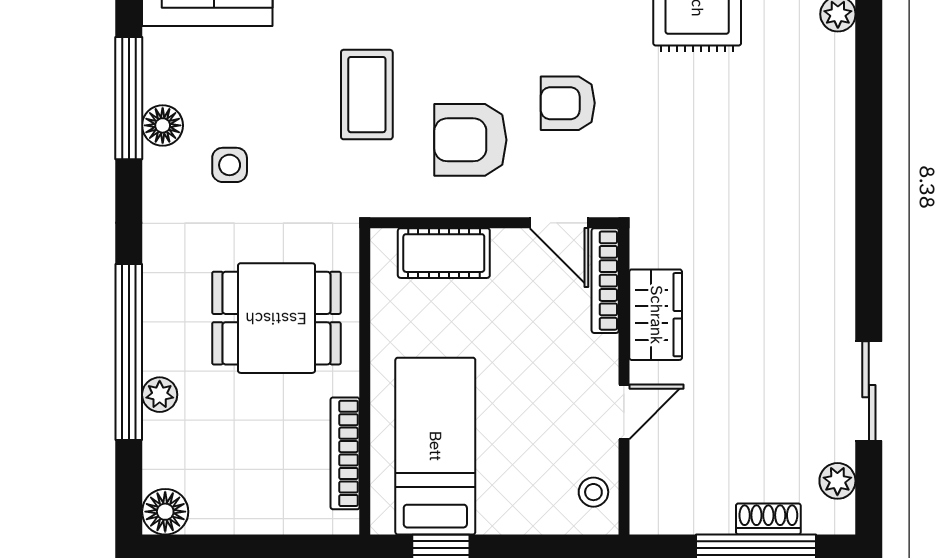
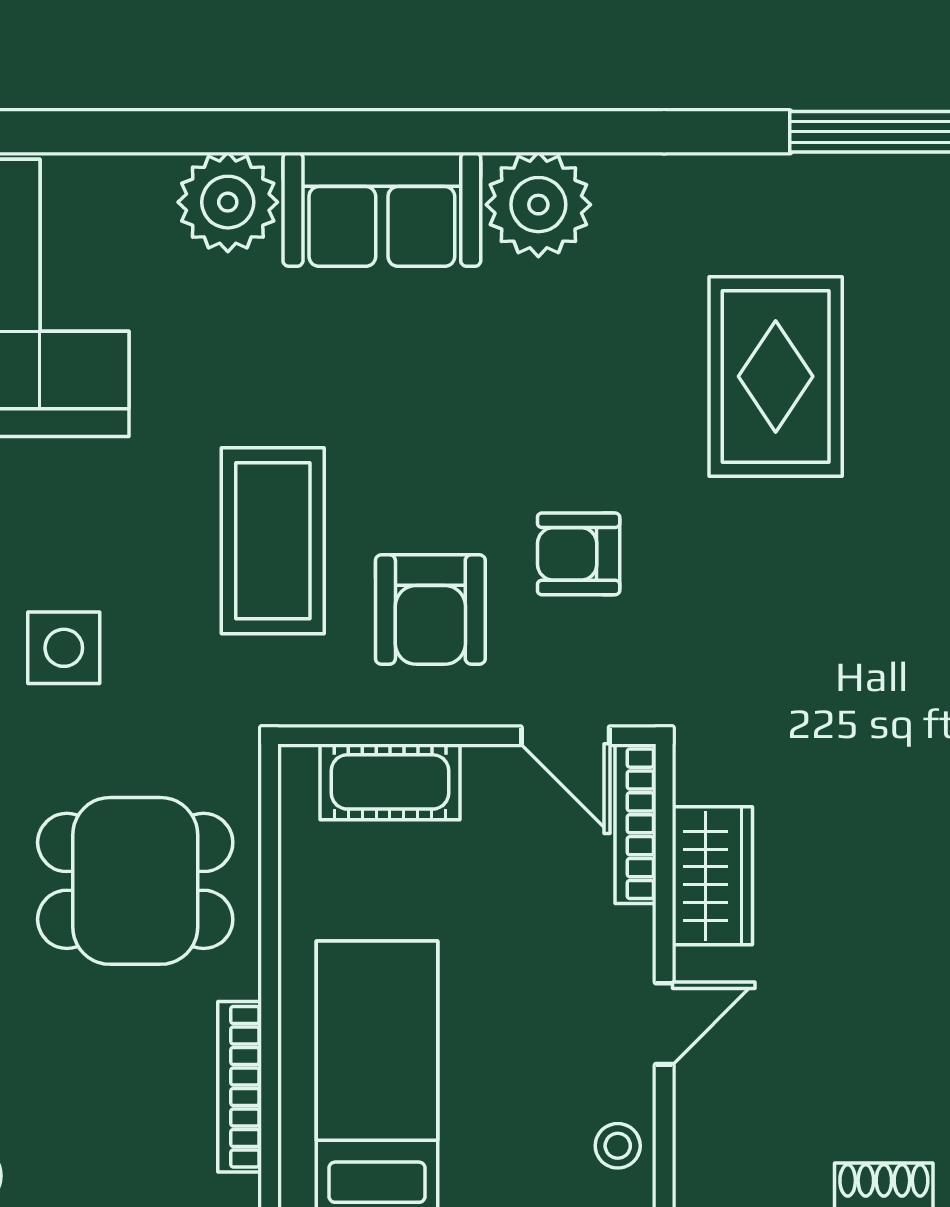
coffee table: (367, 95) -> (273, 541), width x1.36, depth x1.32
armchair: (470, 140) -> (430, 609), turned -90
side table: (230, 165) -> (64, 648), width x1.37, depth x1.37

